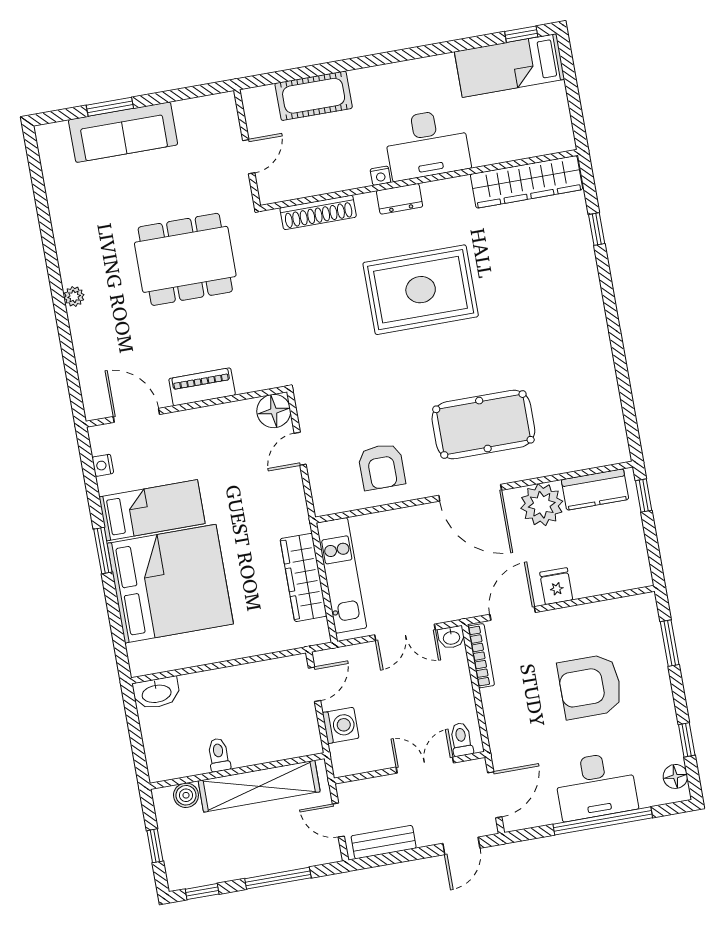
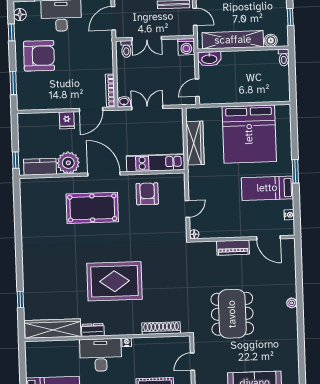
dresser: (400, 199) -> (93, 330), moved
dining table: (185, 259) -> (232, 314), turned 90
floor lamp: (274, 411) -> (194, 234), width x0.53, depth x0.53
kitchen unit: (341, 575) -> (156, 163), moved, turned 90
bed: (170, 584) -> (249, 134), moved, turned -90
armchair: (590, 687) -> (39, 56), moved
washbasin: (156, 693) -> (209, 59), moved, turned 180
washing machine: (341, 725) -> (186, 47), moved, turned -90
toilet: (219, 755) -> (284, 58), moved

